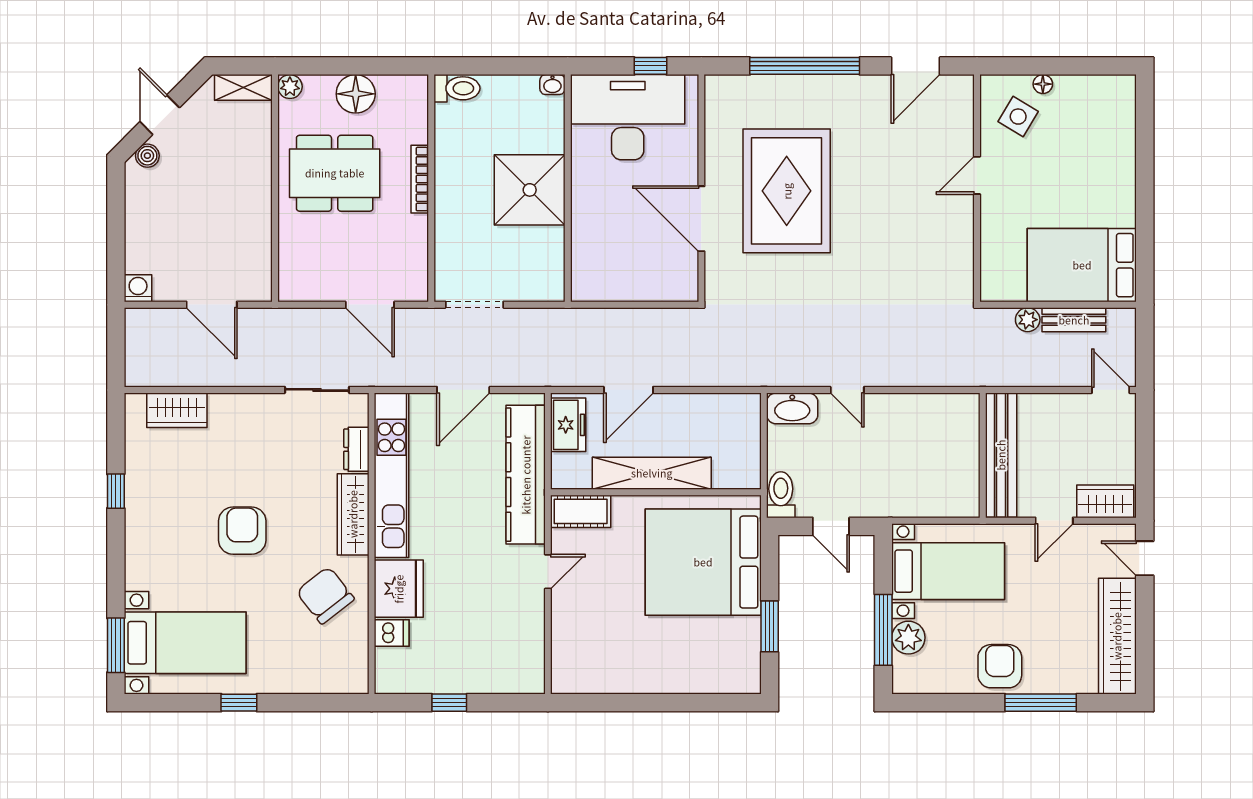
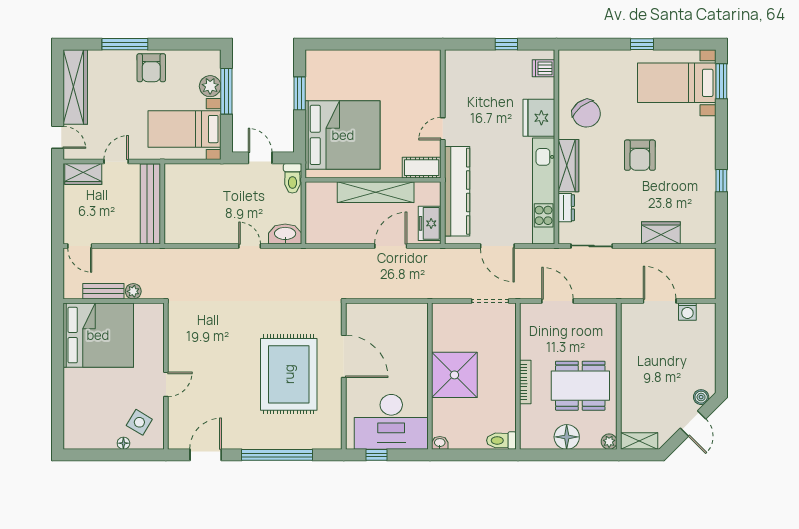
bed: (1082, 265) -> (98, 335), width x1.36
washing machine: (138, 288) -> (687, 312), moved
door: (463, 390) -> (497, 246), swing flipped
wardrobe: (177, 410) -> (661, 233), moved
dishwasher: (392, 633) -> (543, 68), moved

